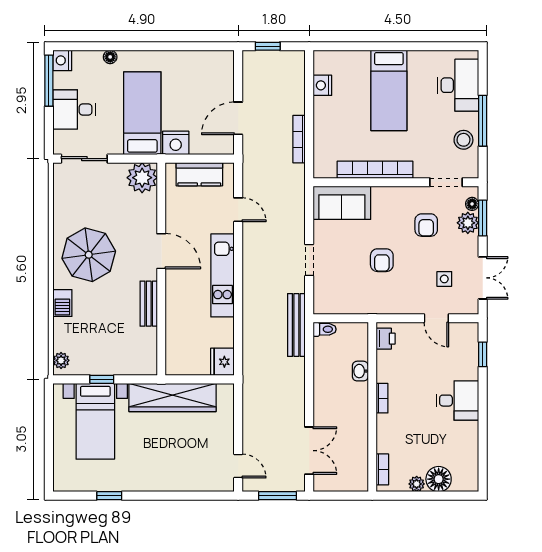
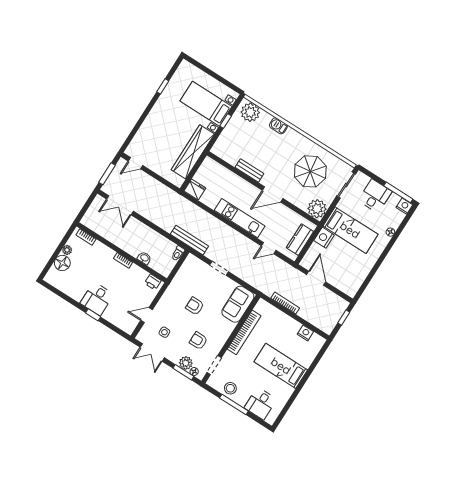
desk: (458, 85) -> (260, 404), width x0.73
parasol: (89, 255) -> (310, 171), moved
window: (483, 354) -> (93, 315), moved
plant: (61, 360) -> (250, 112), width x1.88, depth x1.88

